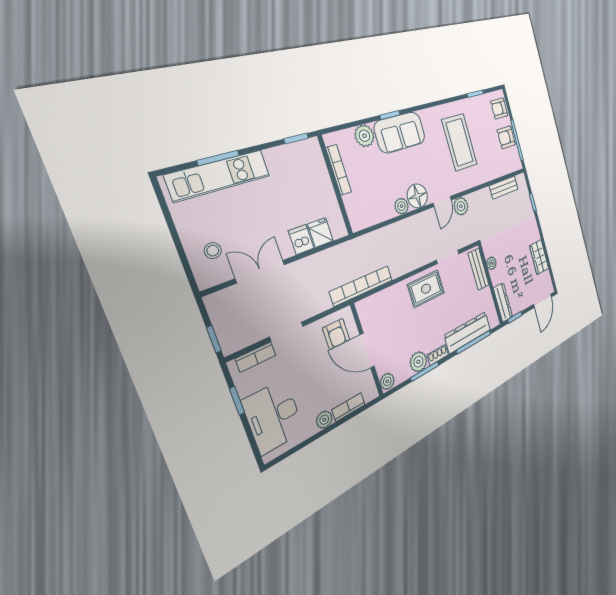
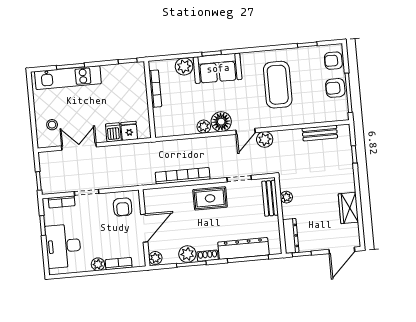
bookcase: (362, 286) -> (183, 176), moved
door: (367, 351) -> (144, 228), swing flipped

